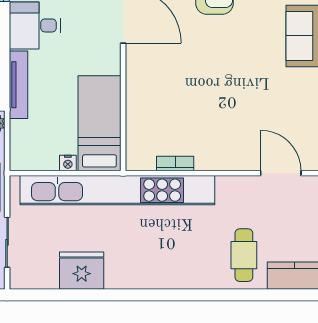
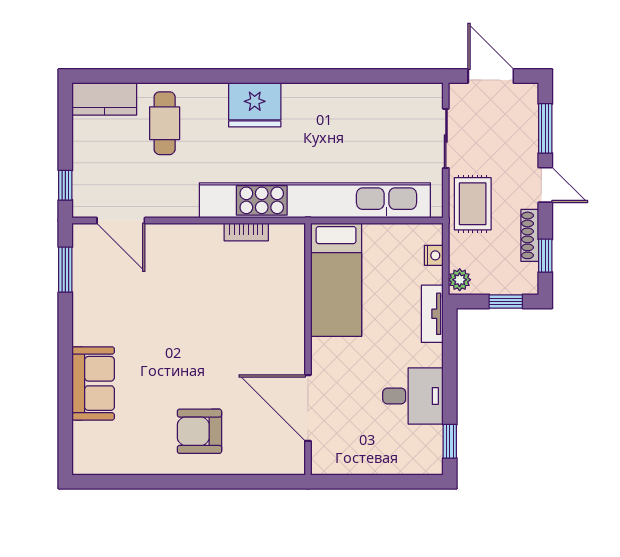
tv unit: (18, 85) -> (432, 314), width x0.71
nightstand: (68, 163) -> (434, 255), moved, turned 90
fridge: (82, 271) -> (255, 105), moved

